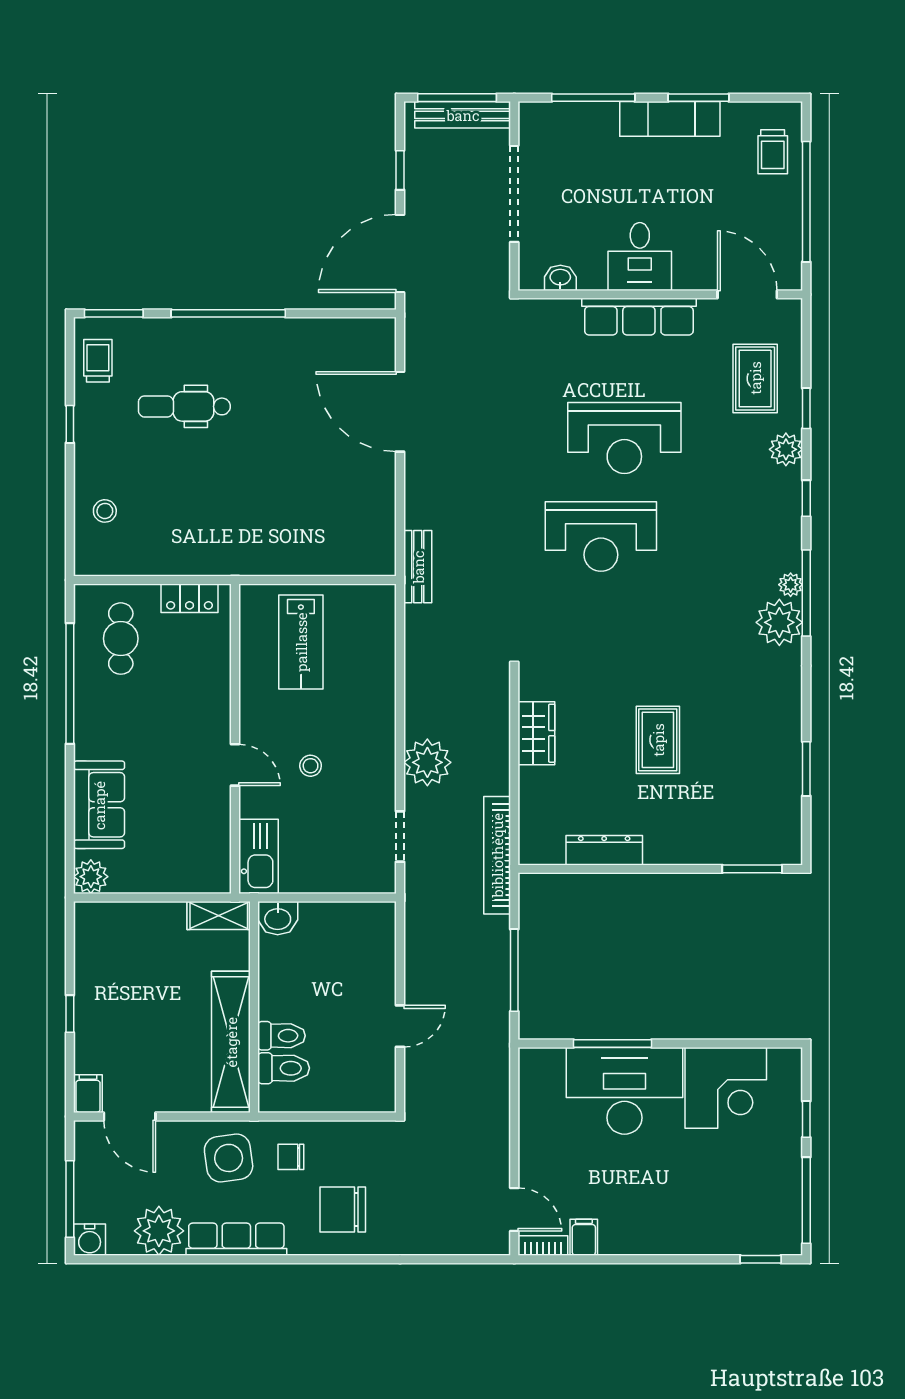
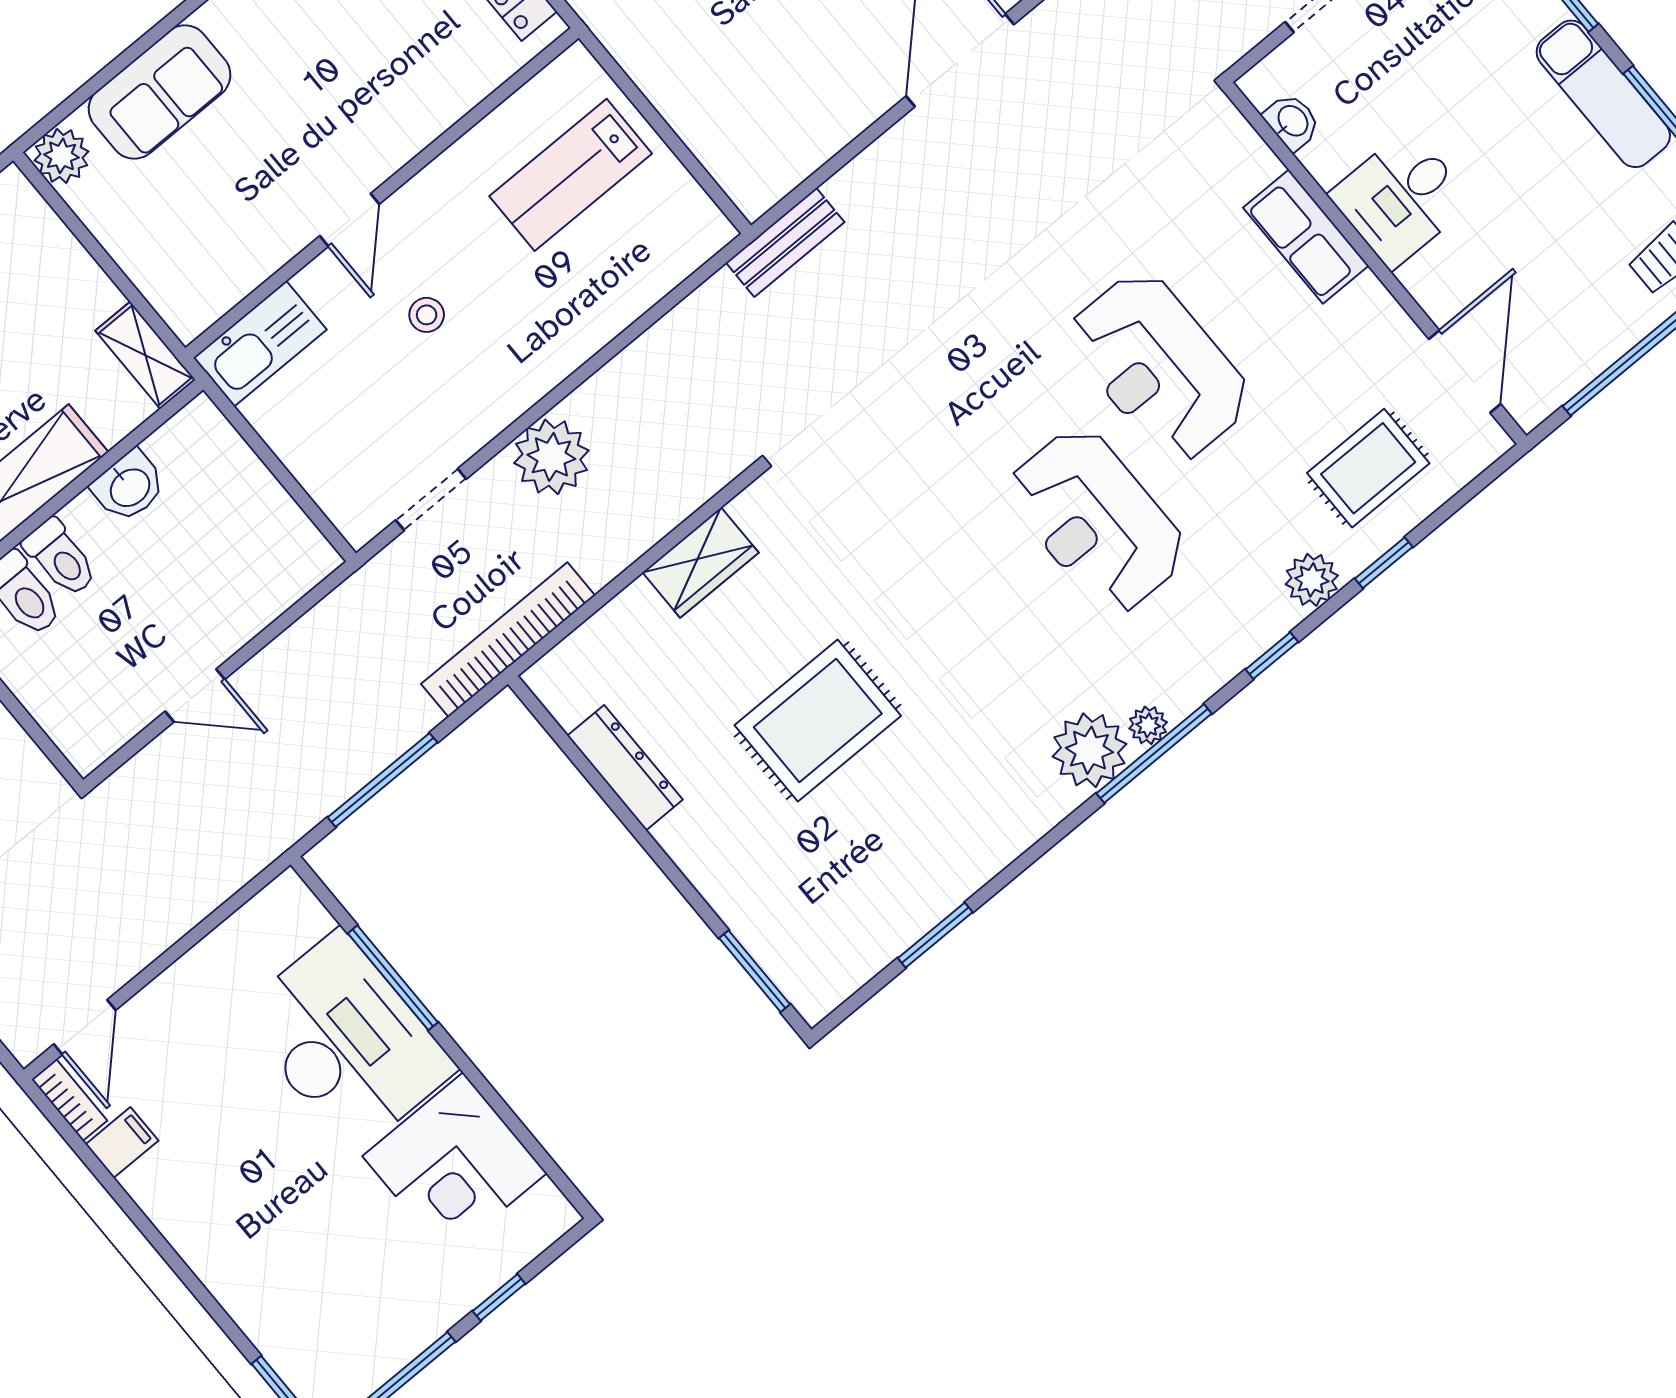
row of seats: (639, 317) -> (1306, 237), width x0.68
reception desk: (601, 537) -> (1097, 521), moved
rug: (658, 740) -> (818, 720), width x1.36, depth x1.43
washbasin: (278, 918) -> (129, 486), moved, turned -90

